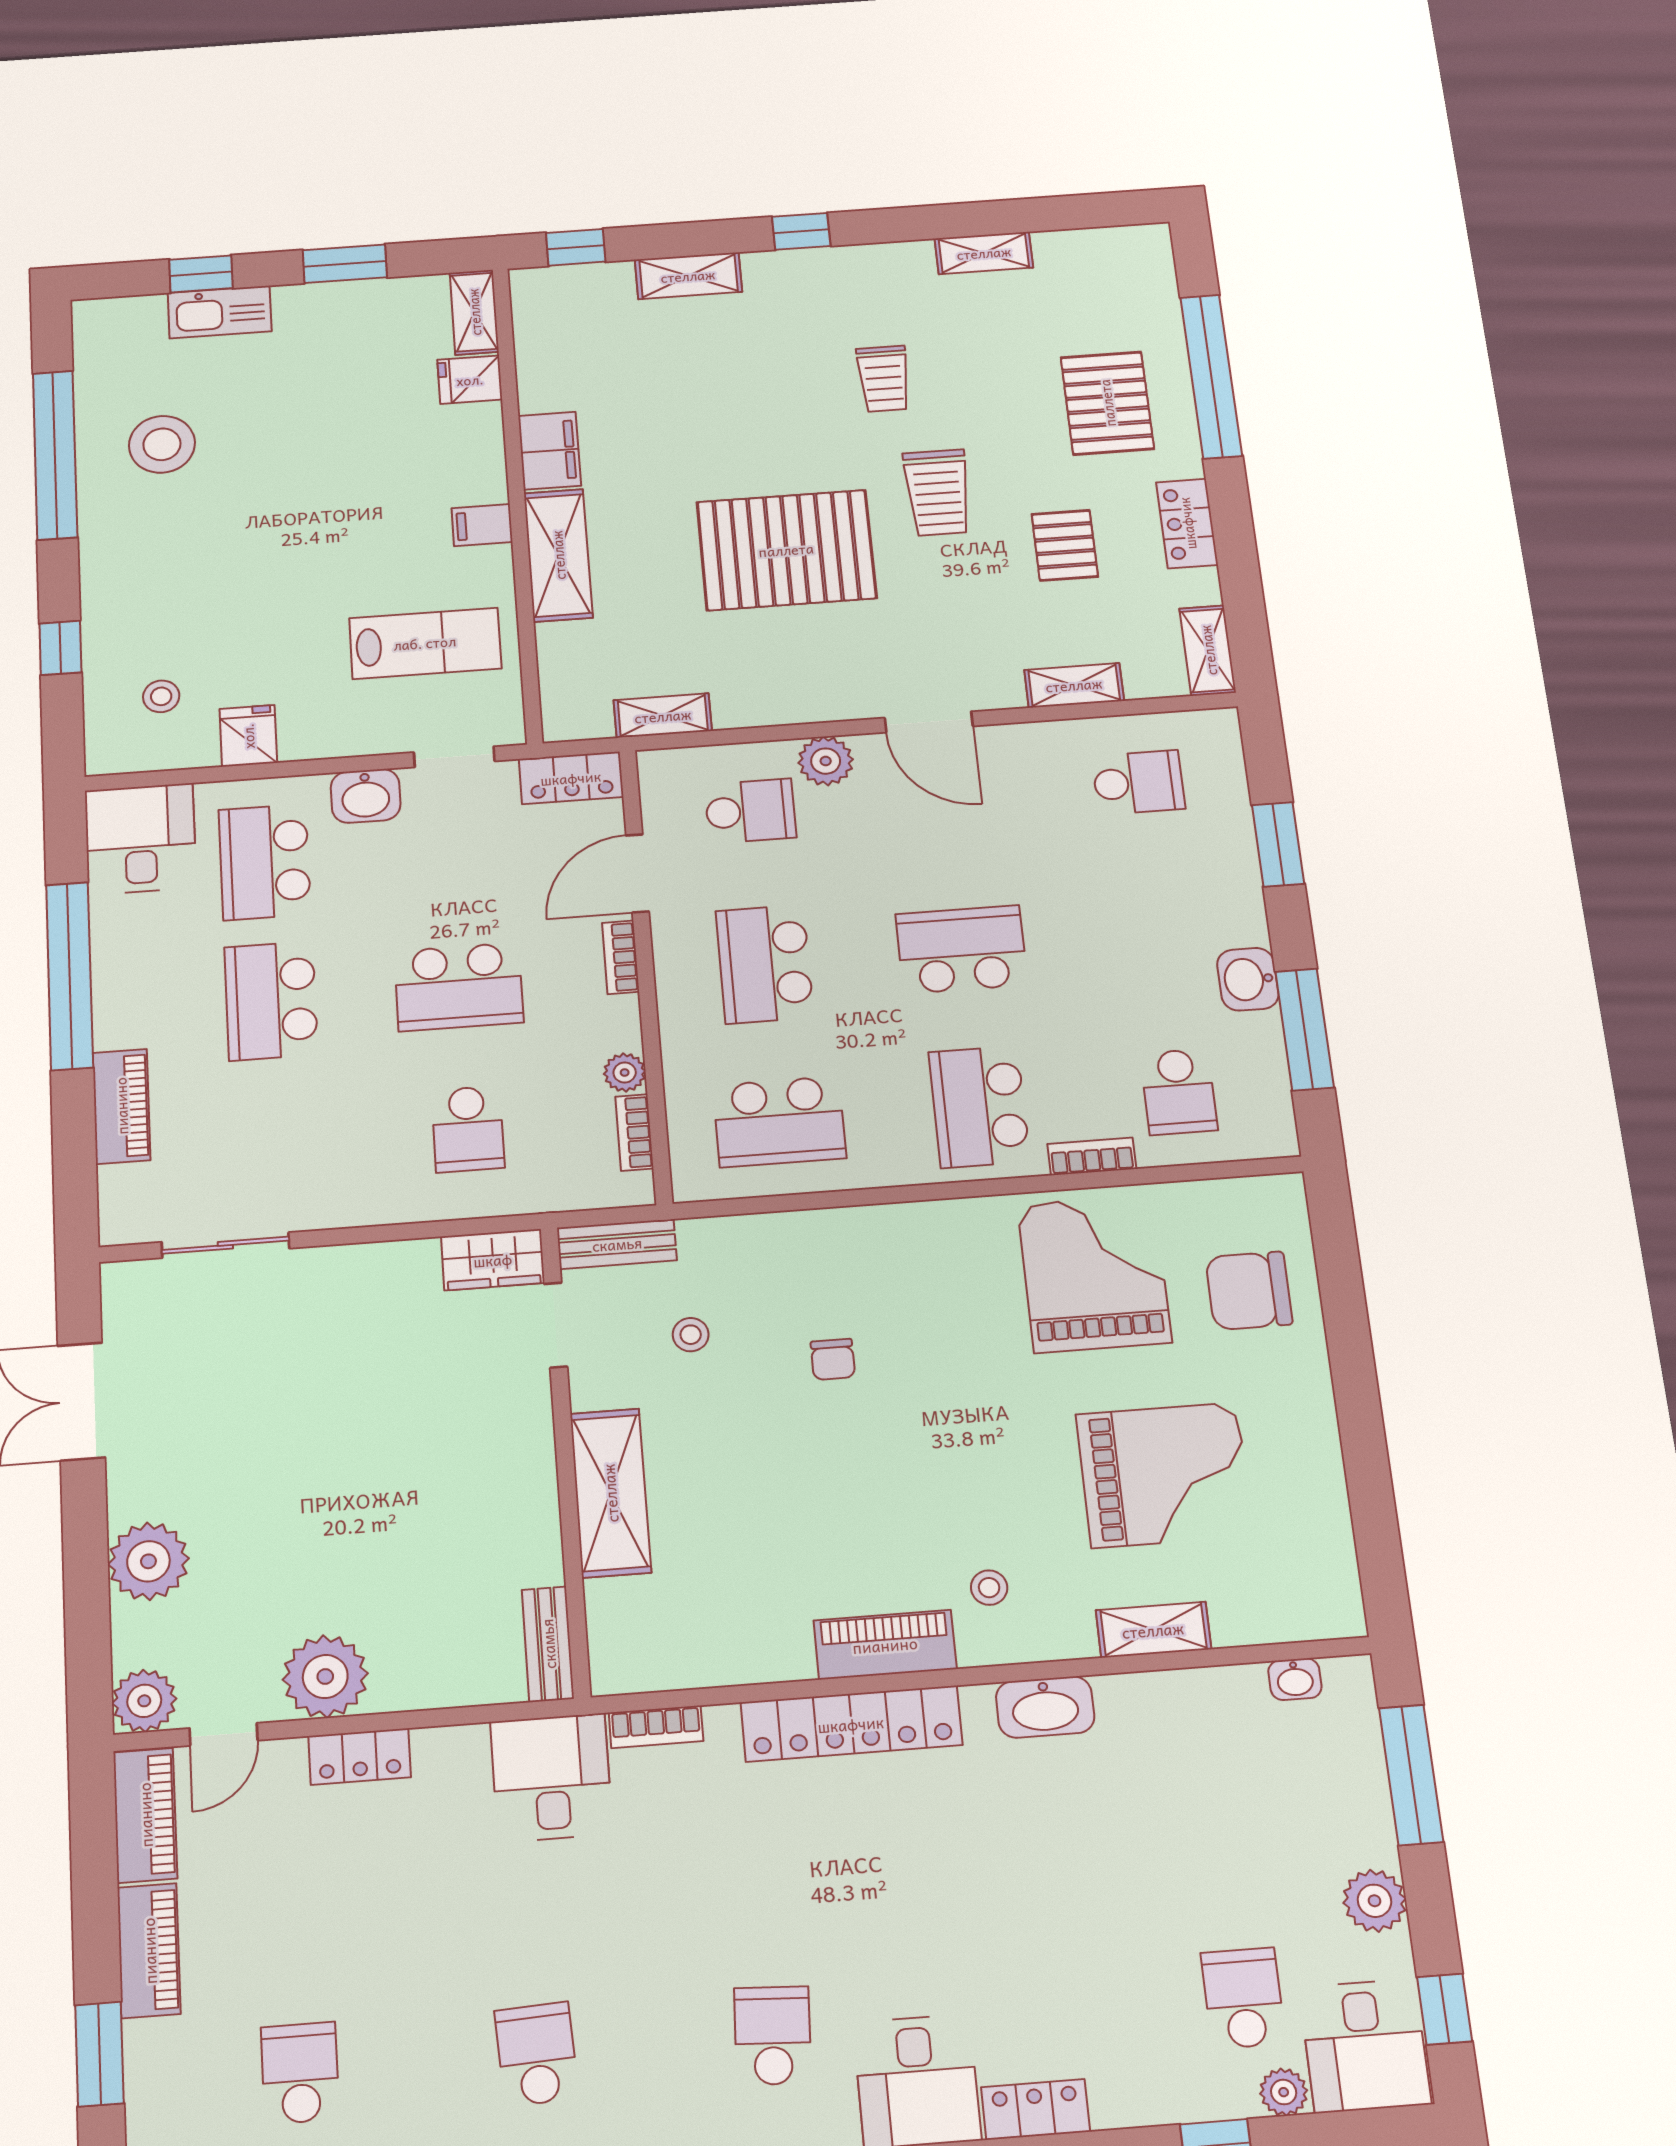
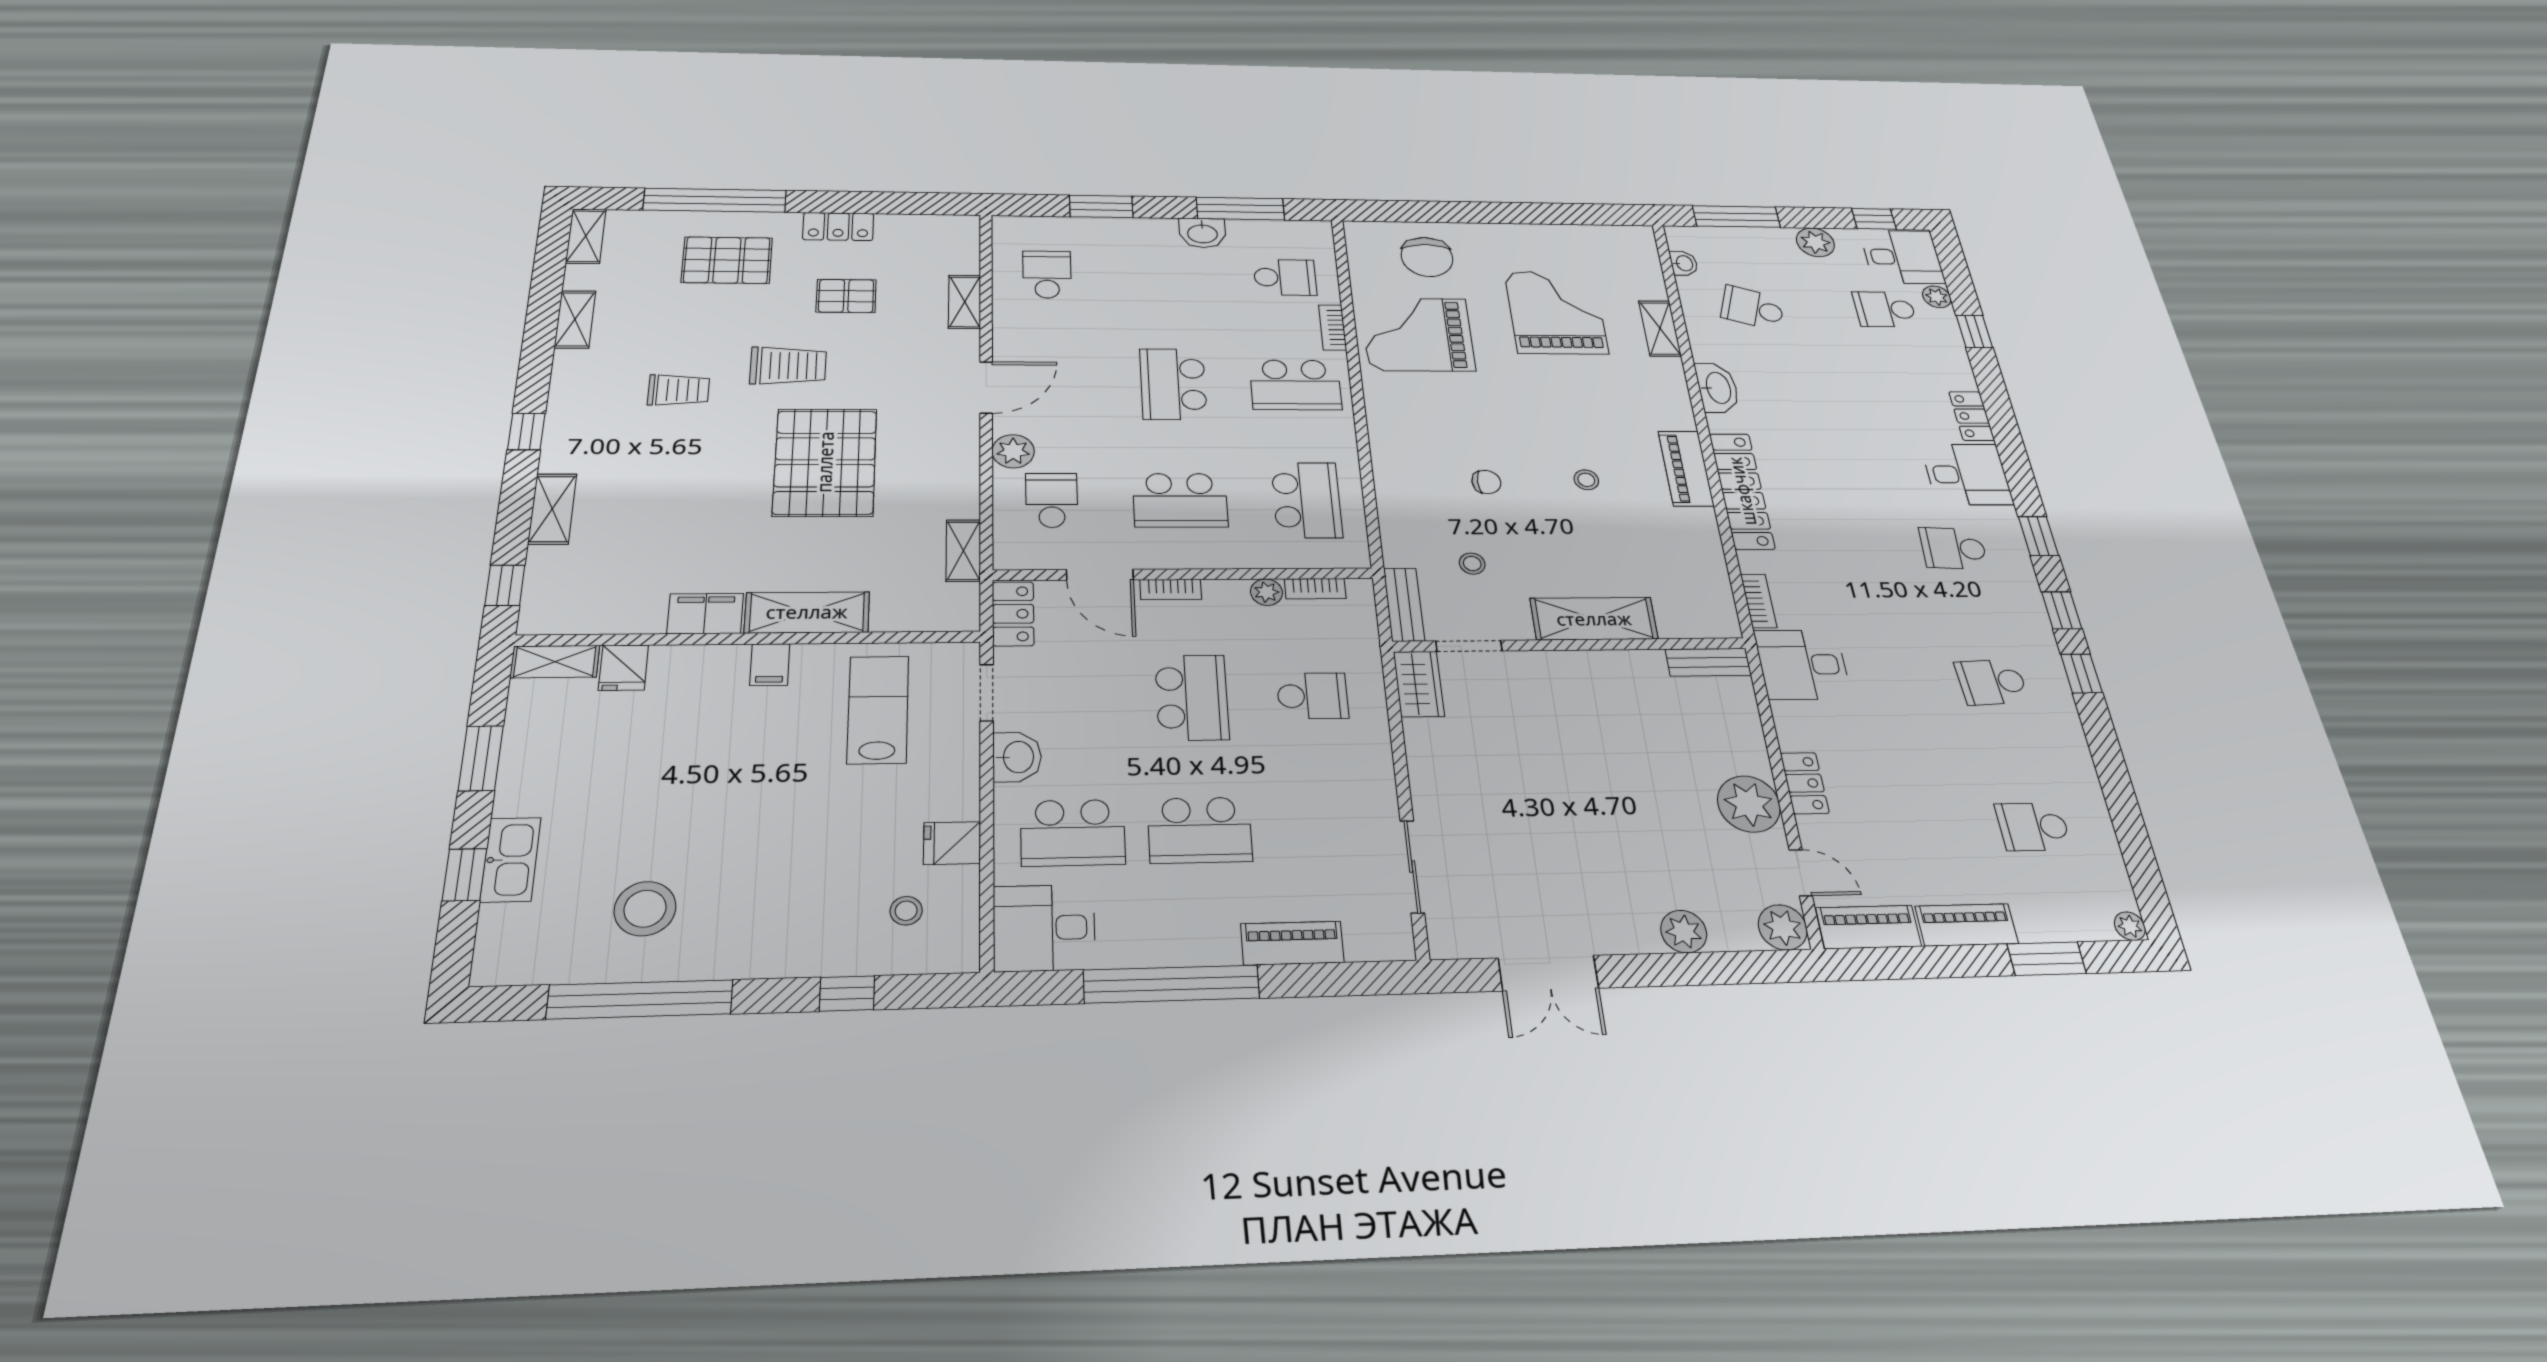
shelving: (1208, 650) -> (586, 236), moved, turned 90
plant: (148, 1561) -> (1684, 932), width x0.73, depth x0.73
stool: (989, 1588) -> (1586, 480), moved
school desk: (1216, 1780) -> (1753, 308), added

